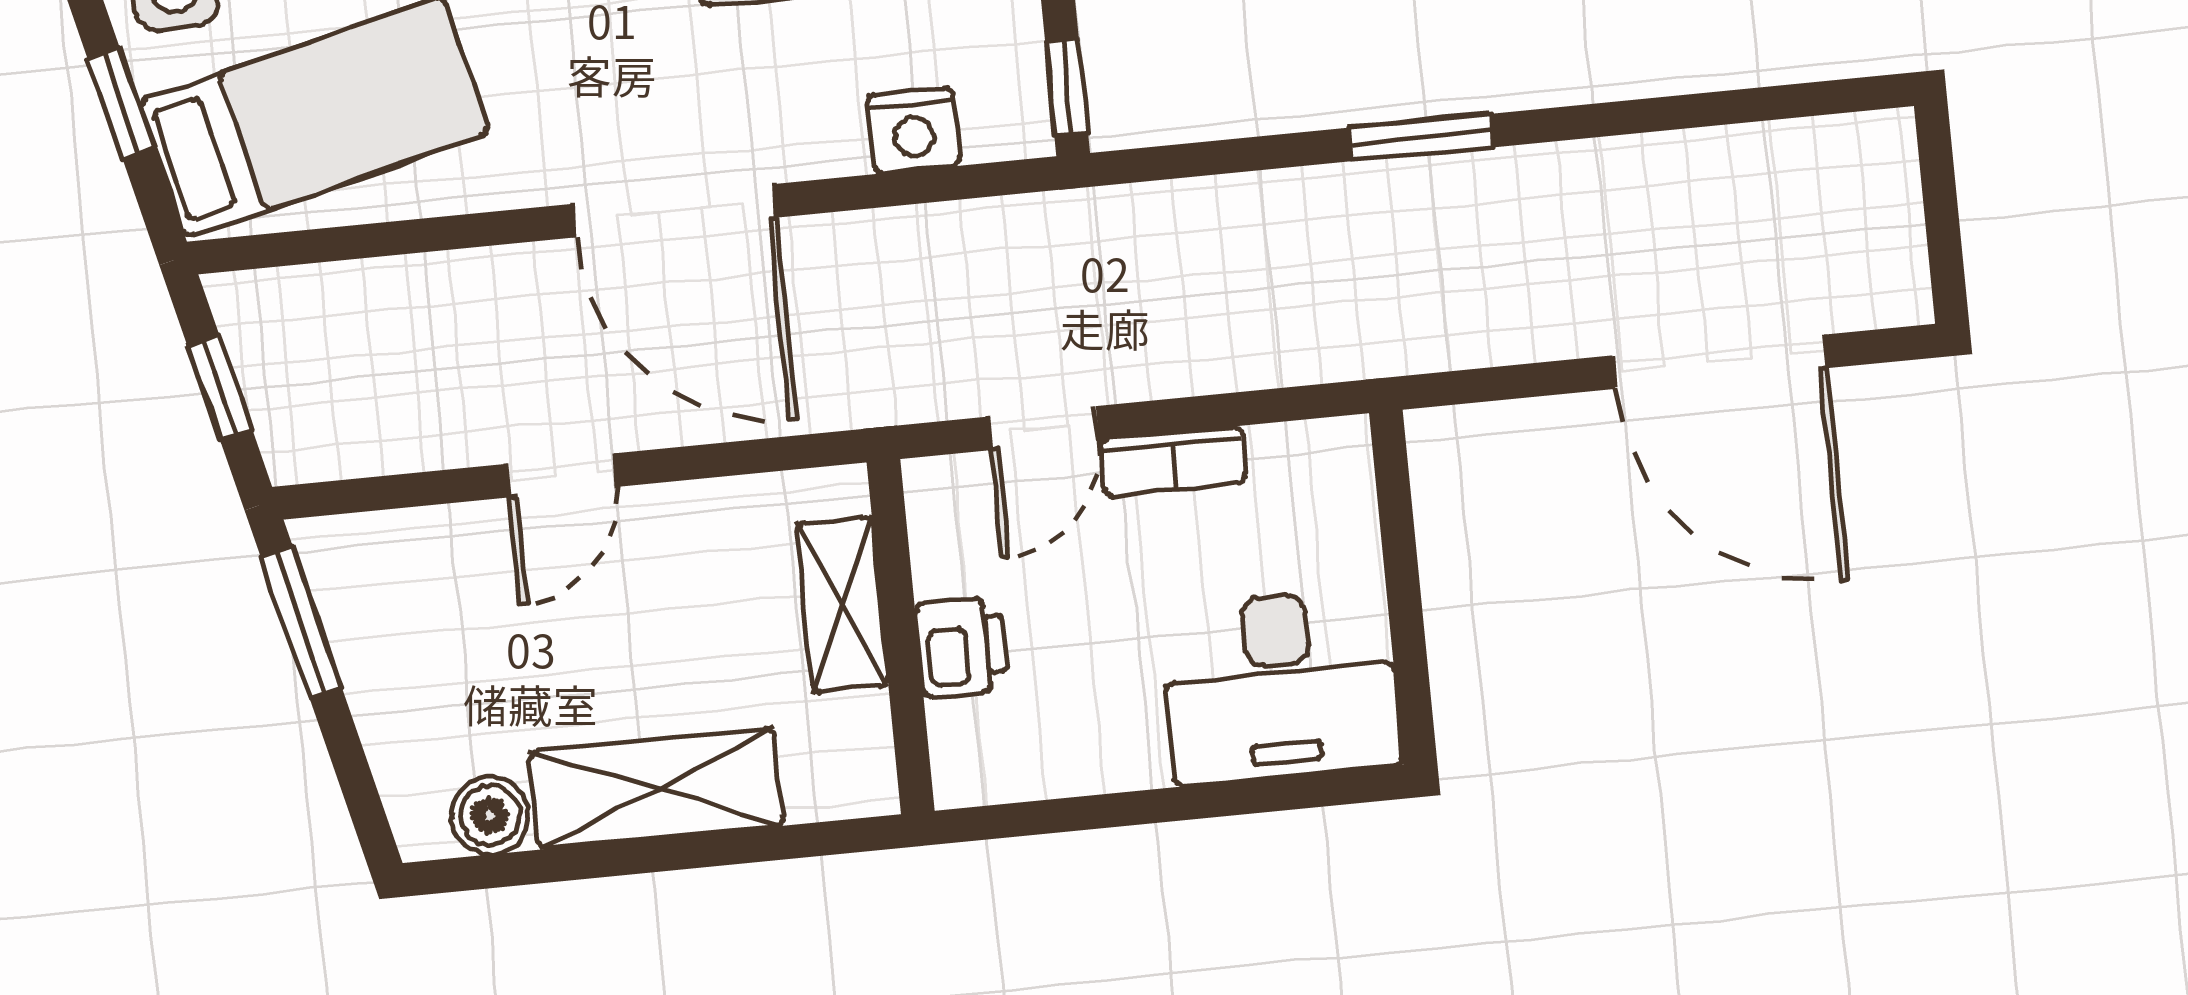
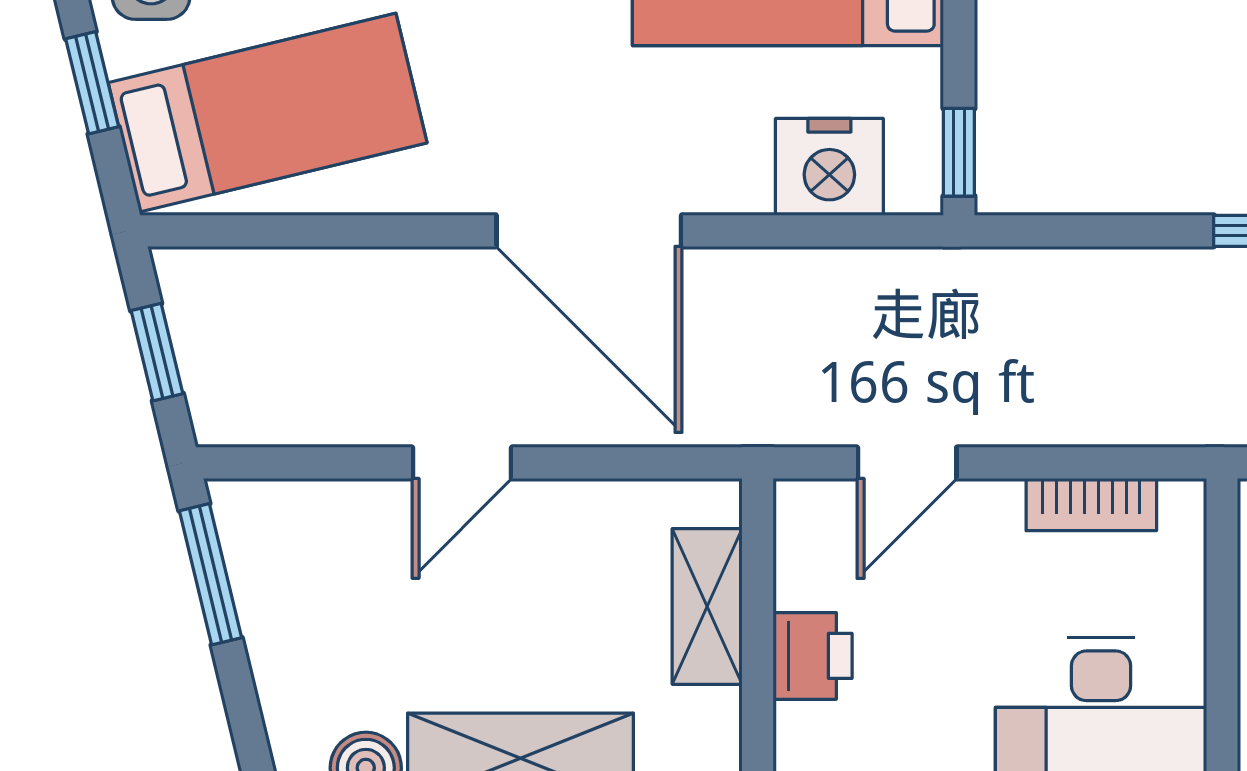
nightstand: (914, 130) -> (829, 167), width x1.36, depth x1.33
bookcase: (1173, 461) -> (1091, 505), moved

